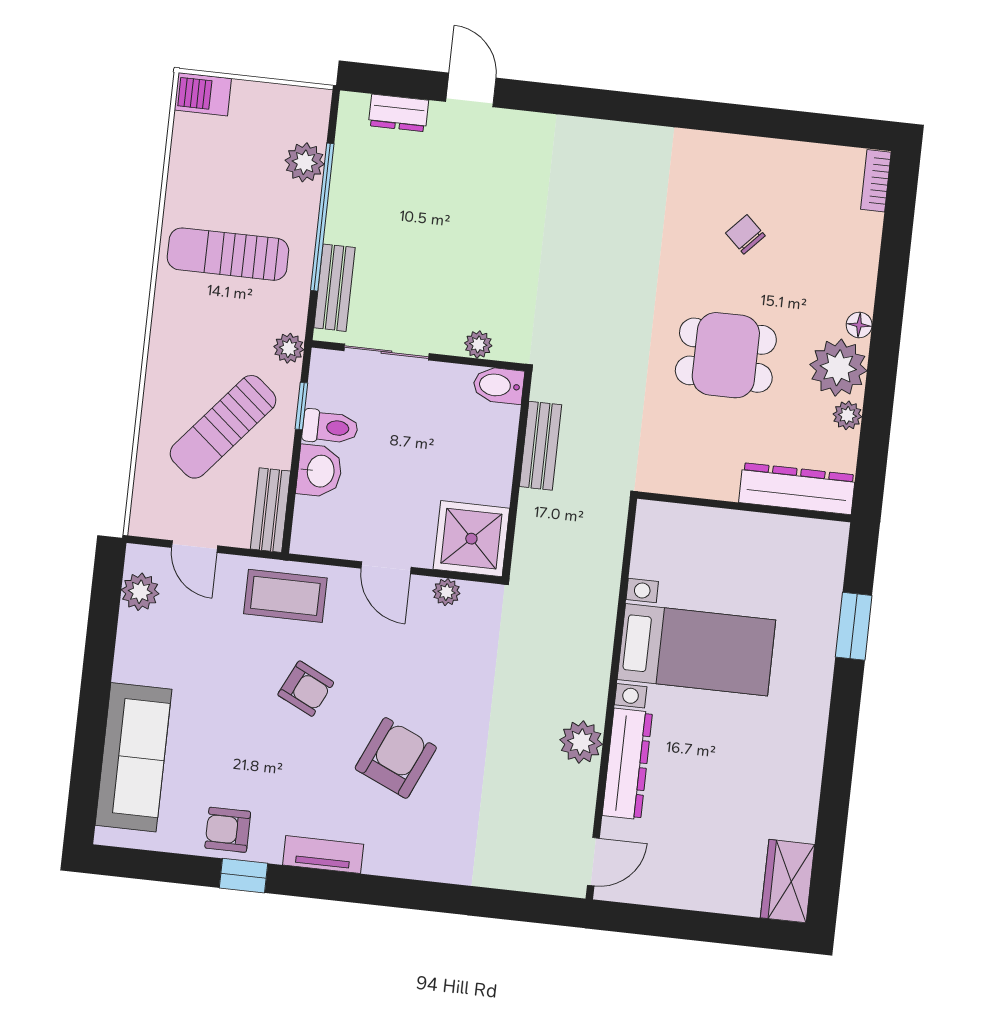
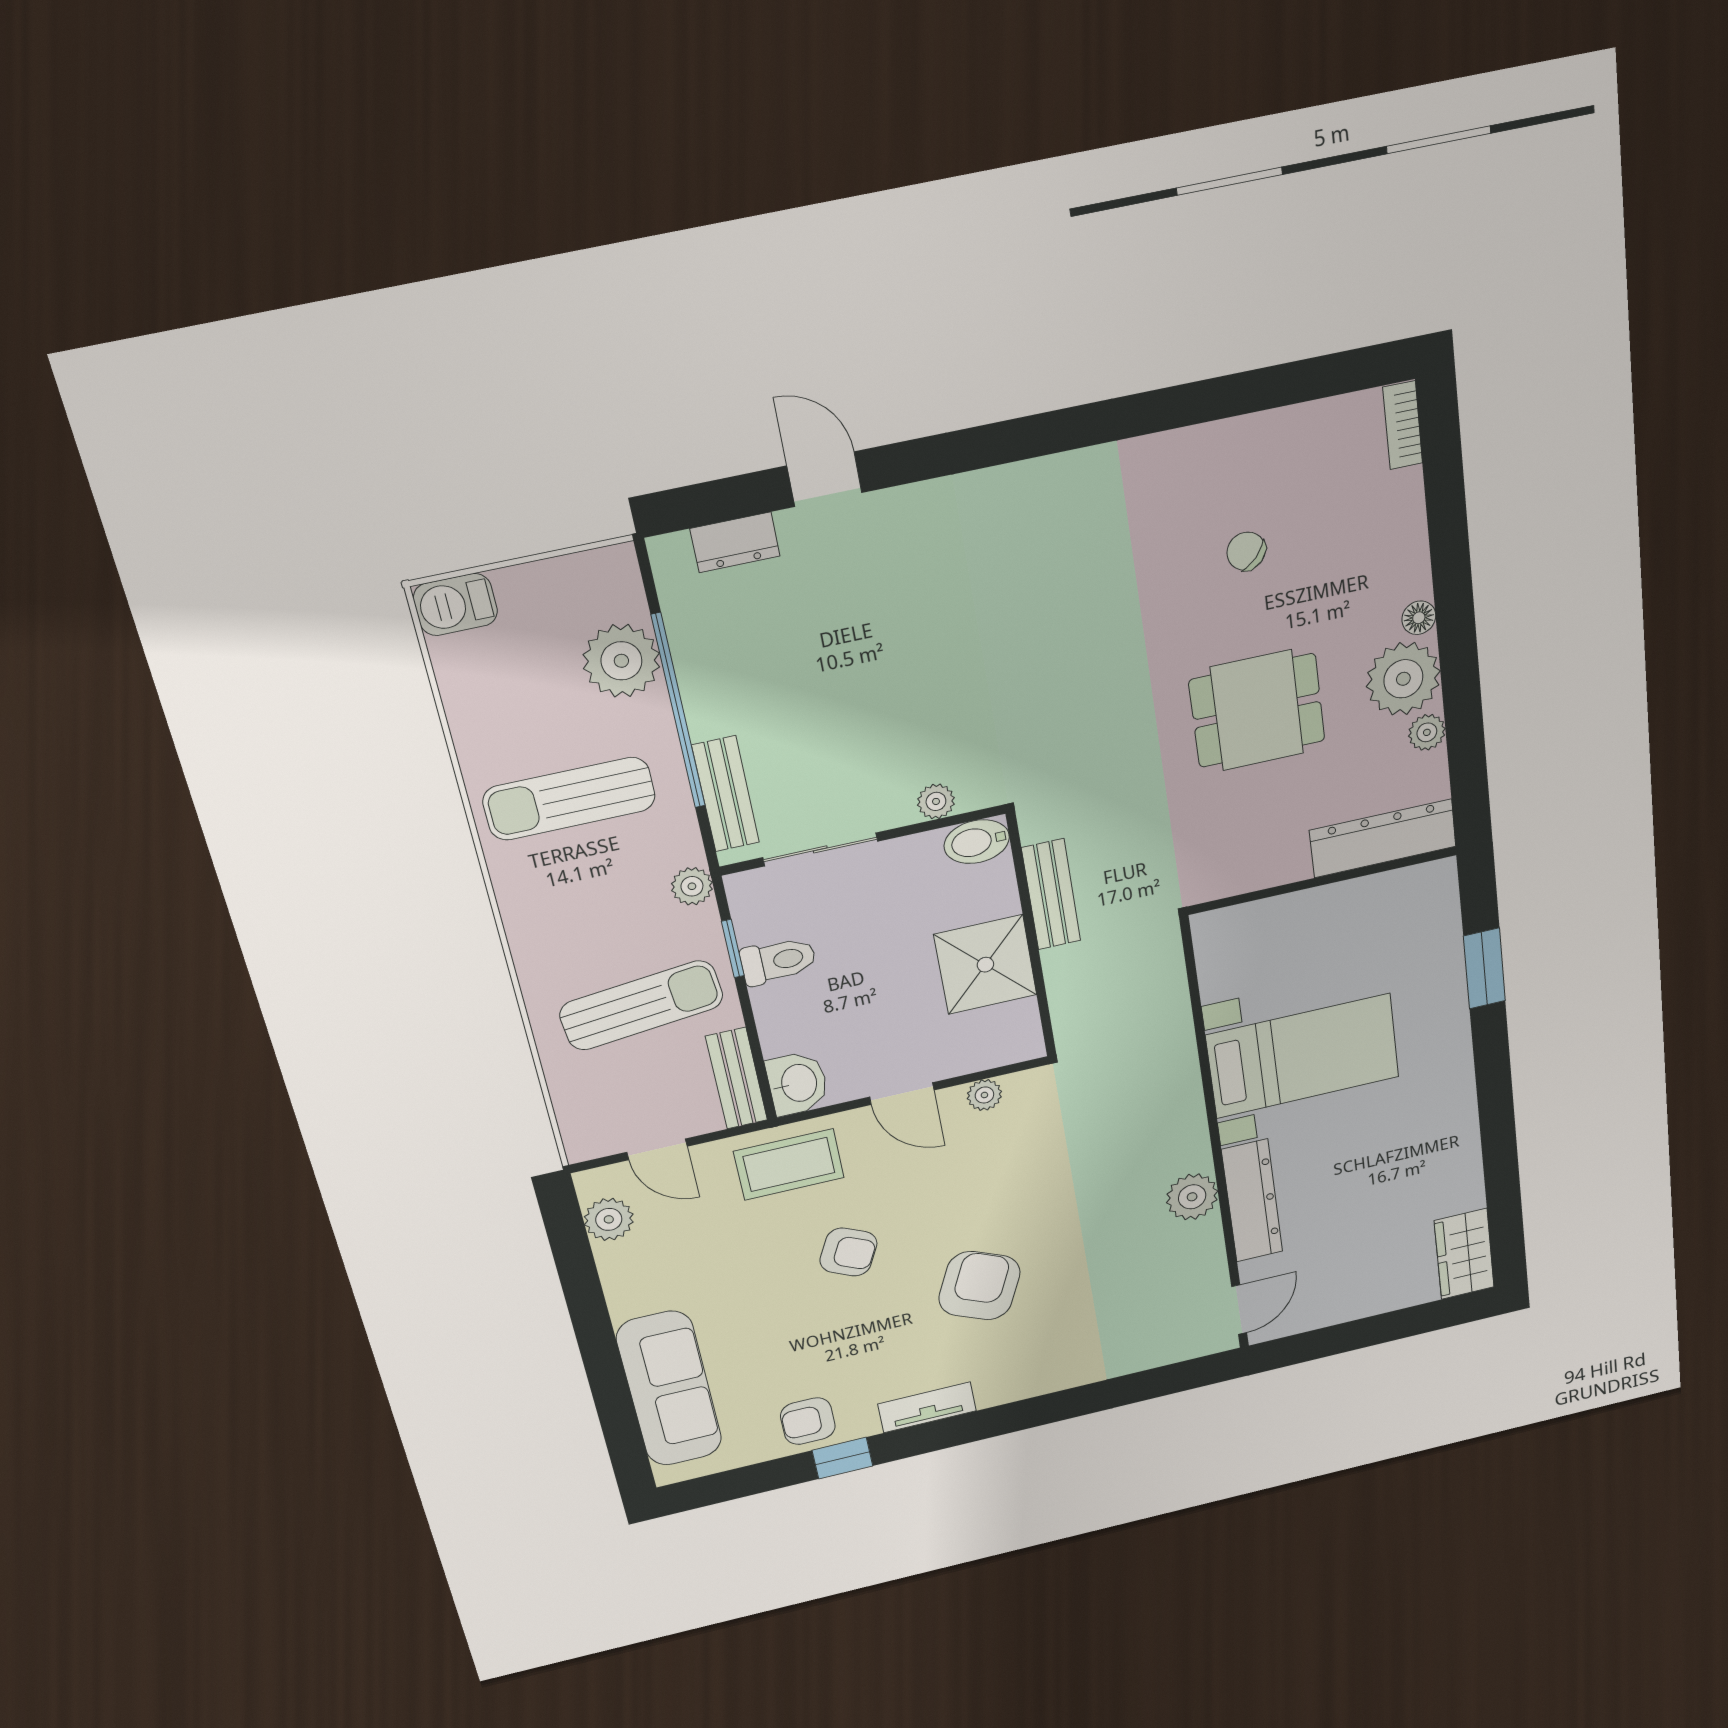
plant: (305, 162) -> (621, 661), width x1.36, depth x1.36
sun lounger: (223, 427) -> (641, 1005), turned -136
washbasin: (319, 471) -> (798, 1083), moved
shower: (471, 539) -> (985, 965), moved

